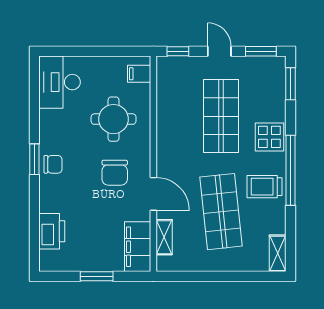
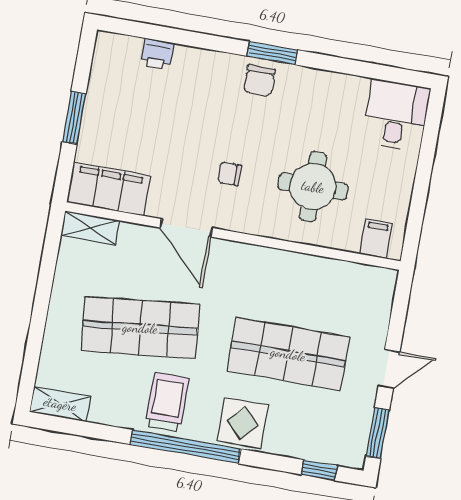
window: (178, 51) -> (400, 305), removed
desk: (60, 82) -> (396, 115), width x0.73
window: (291, 84) -> (319, 470), width x0.67
chair: (115, 173) -> (230, 174), width x0.54, depth x0.54
door: (153, 194) -> (186, 228), hinge flipped
printer: (52, 231) -> (157, 54), width x0.53, depth x0.68
shelving: (164, 237) -> (90, 228), moved

